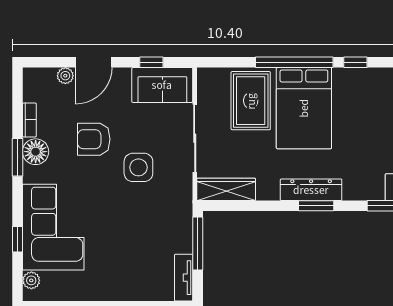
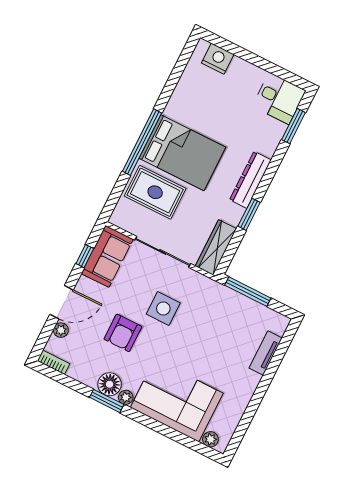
door: (94, 62) -> (62, 302), hinge flipped
window: (355, 62) -> (167, 93), removed
bookcase: (29, 120) -> (53, 362), moved
plant: (31, 174) -> (126, 397), added
window: (316, 206) -> (249, 214), moved
window: (17, 239) -> (172, 434), removed
tv unit: (184, 278) -> (266, 353), moved, turned 90

